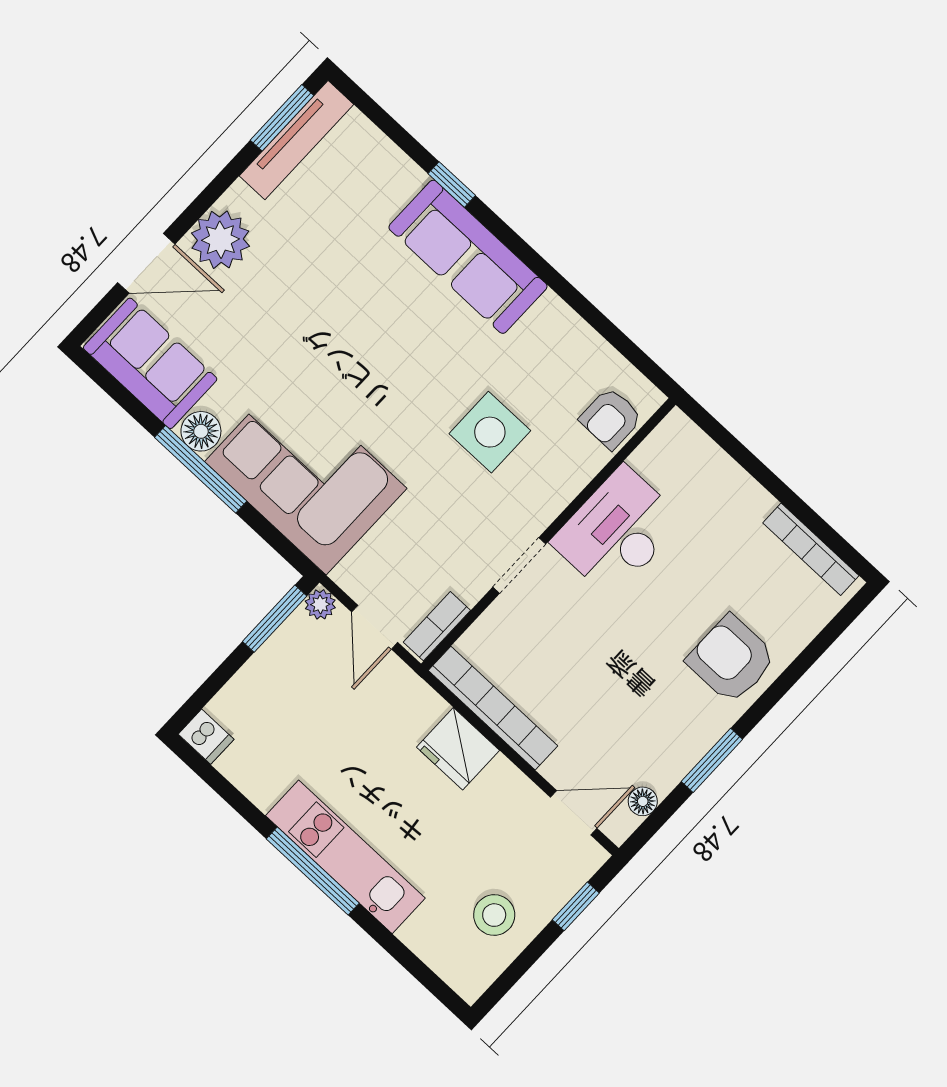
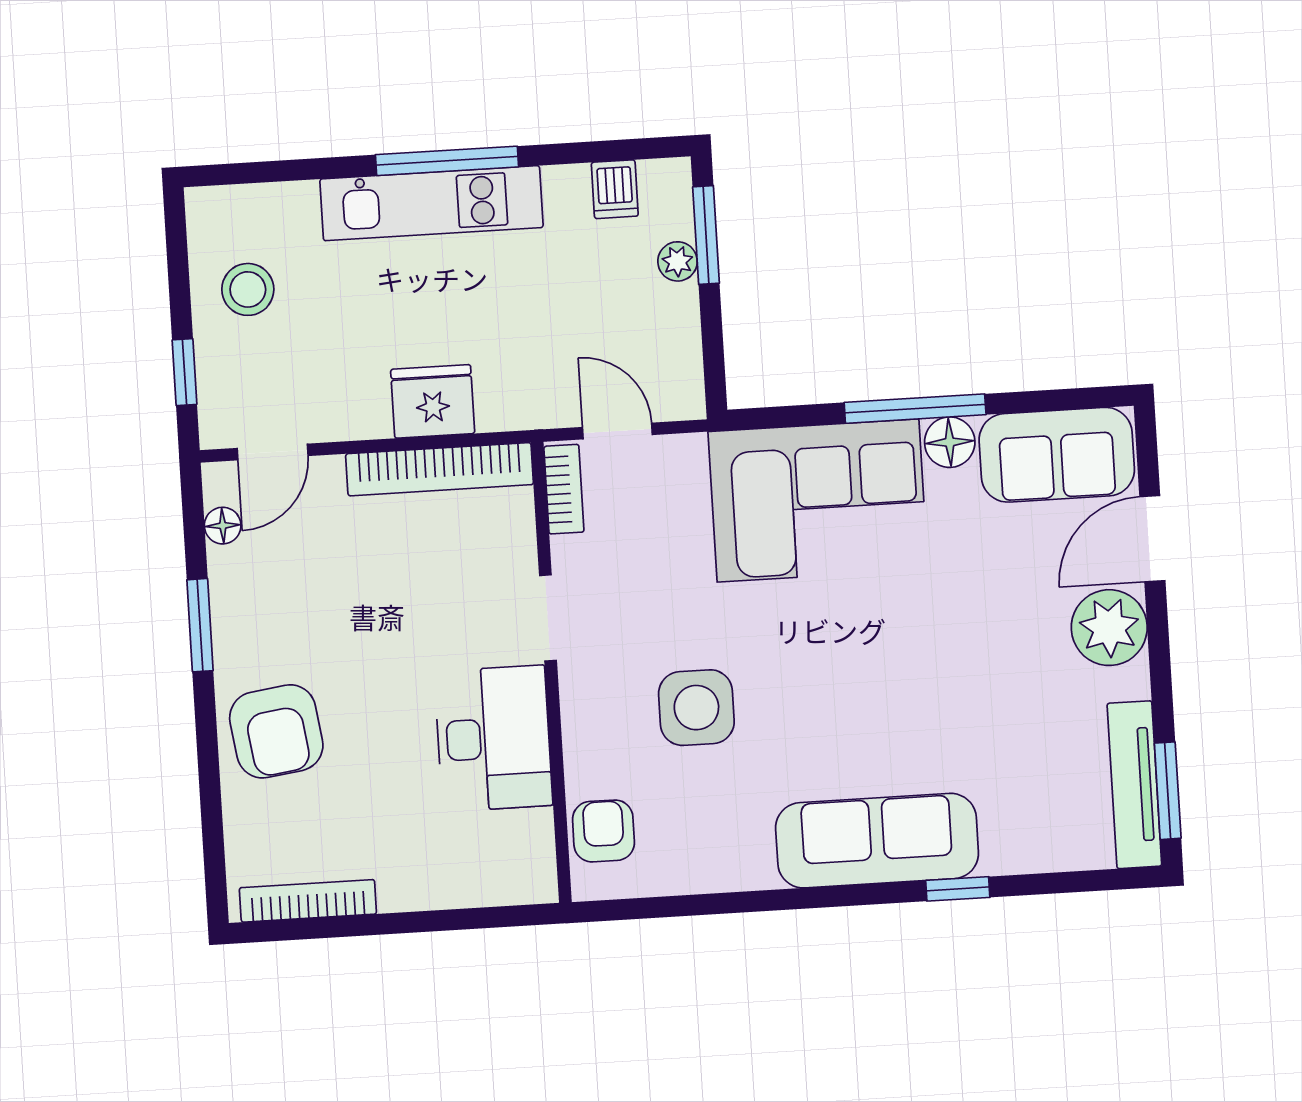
plant: (320, 604) -> (678, 261), moved
window: (275, 619) -> (706, 235), moved
armchair: (731, 659) -> (276, 731), turned 82
dishwasher: (206, 737) -> (615, 189), moved, turned -90

